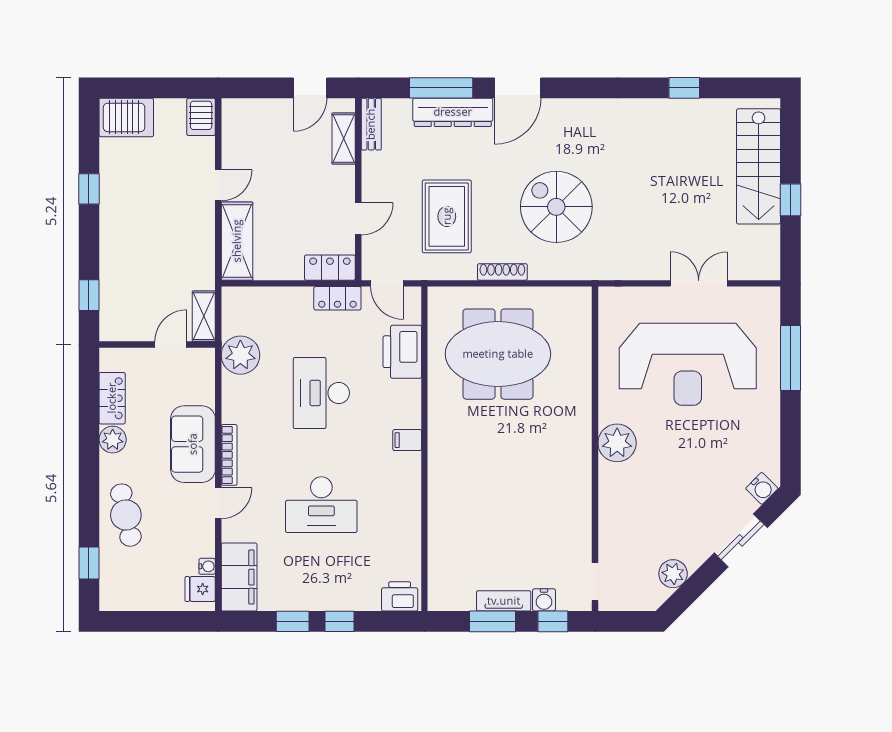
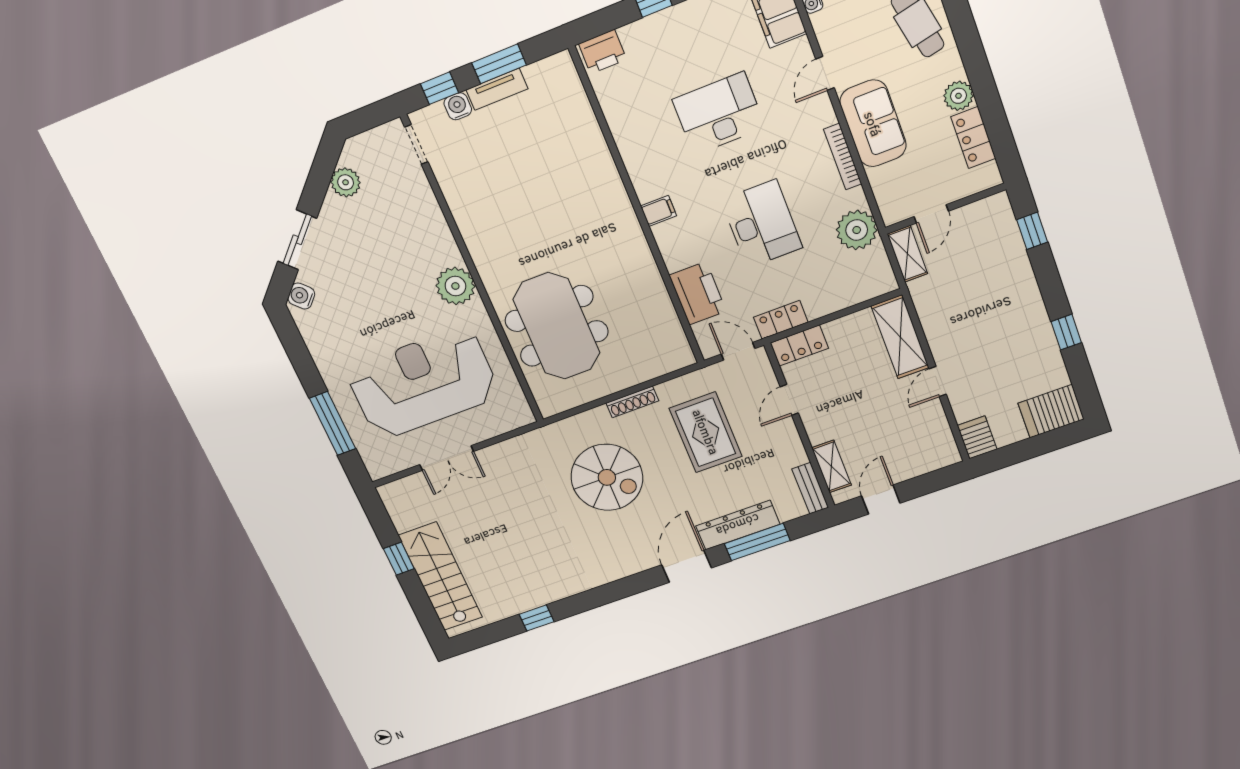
meeting table: (498, 354) -> (557, 326), moved, turned 90
bookcase: (229, 455) -> (843, 157), moved

